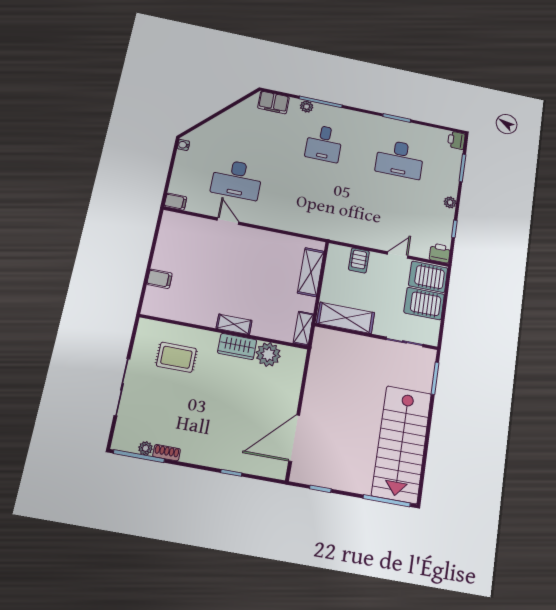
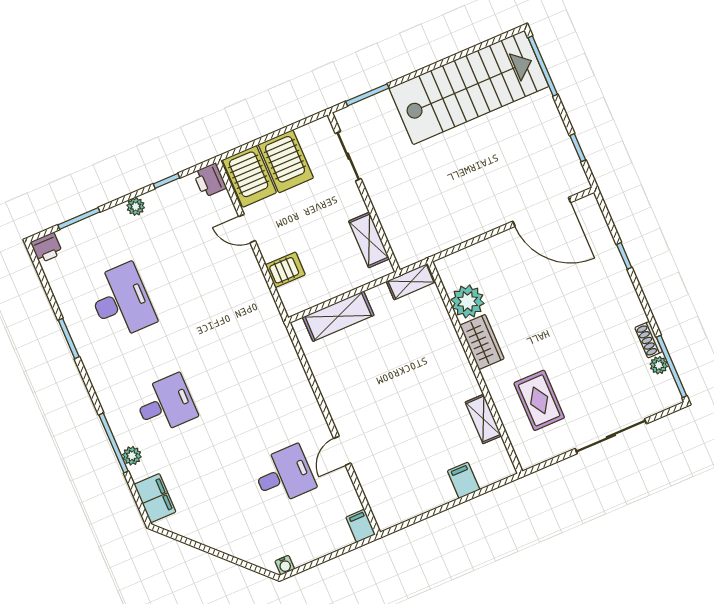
desk: (237, 179) -> (284, 475), width x0.73
shelving: (346, 318) -> (369, 240), width x0.67, depth x0.75
shelving: (234, 324) -> (483, 419), moved

